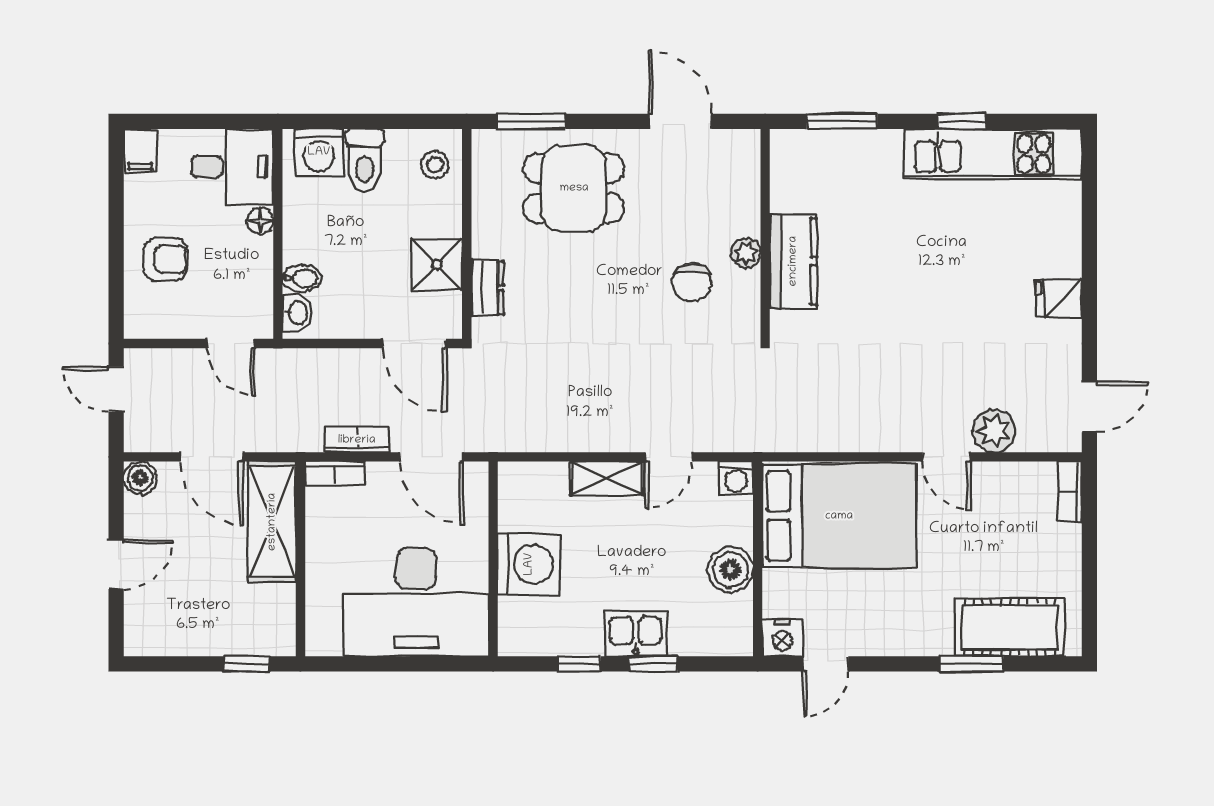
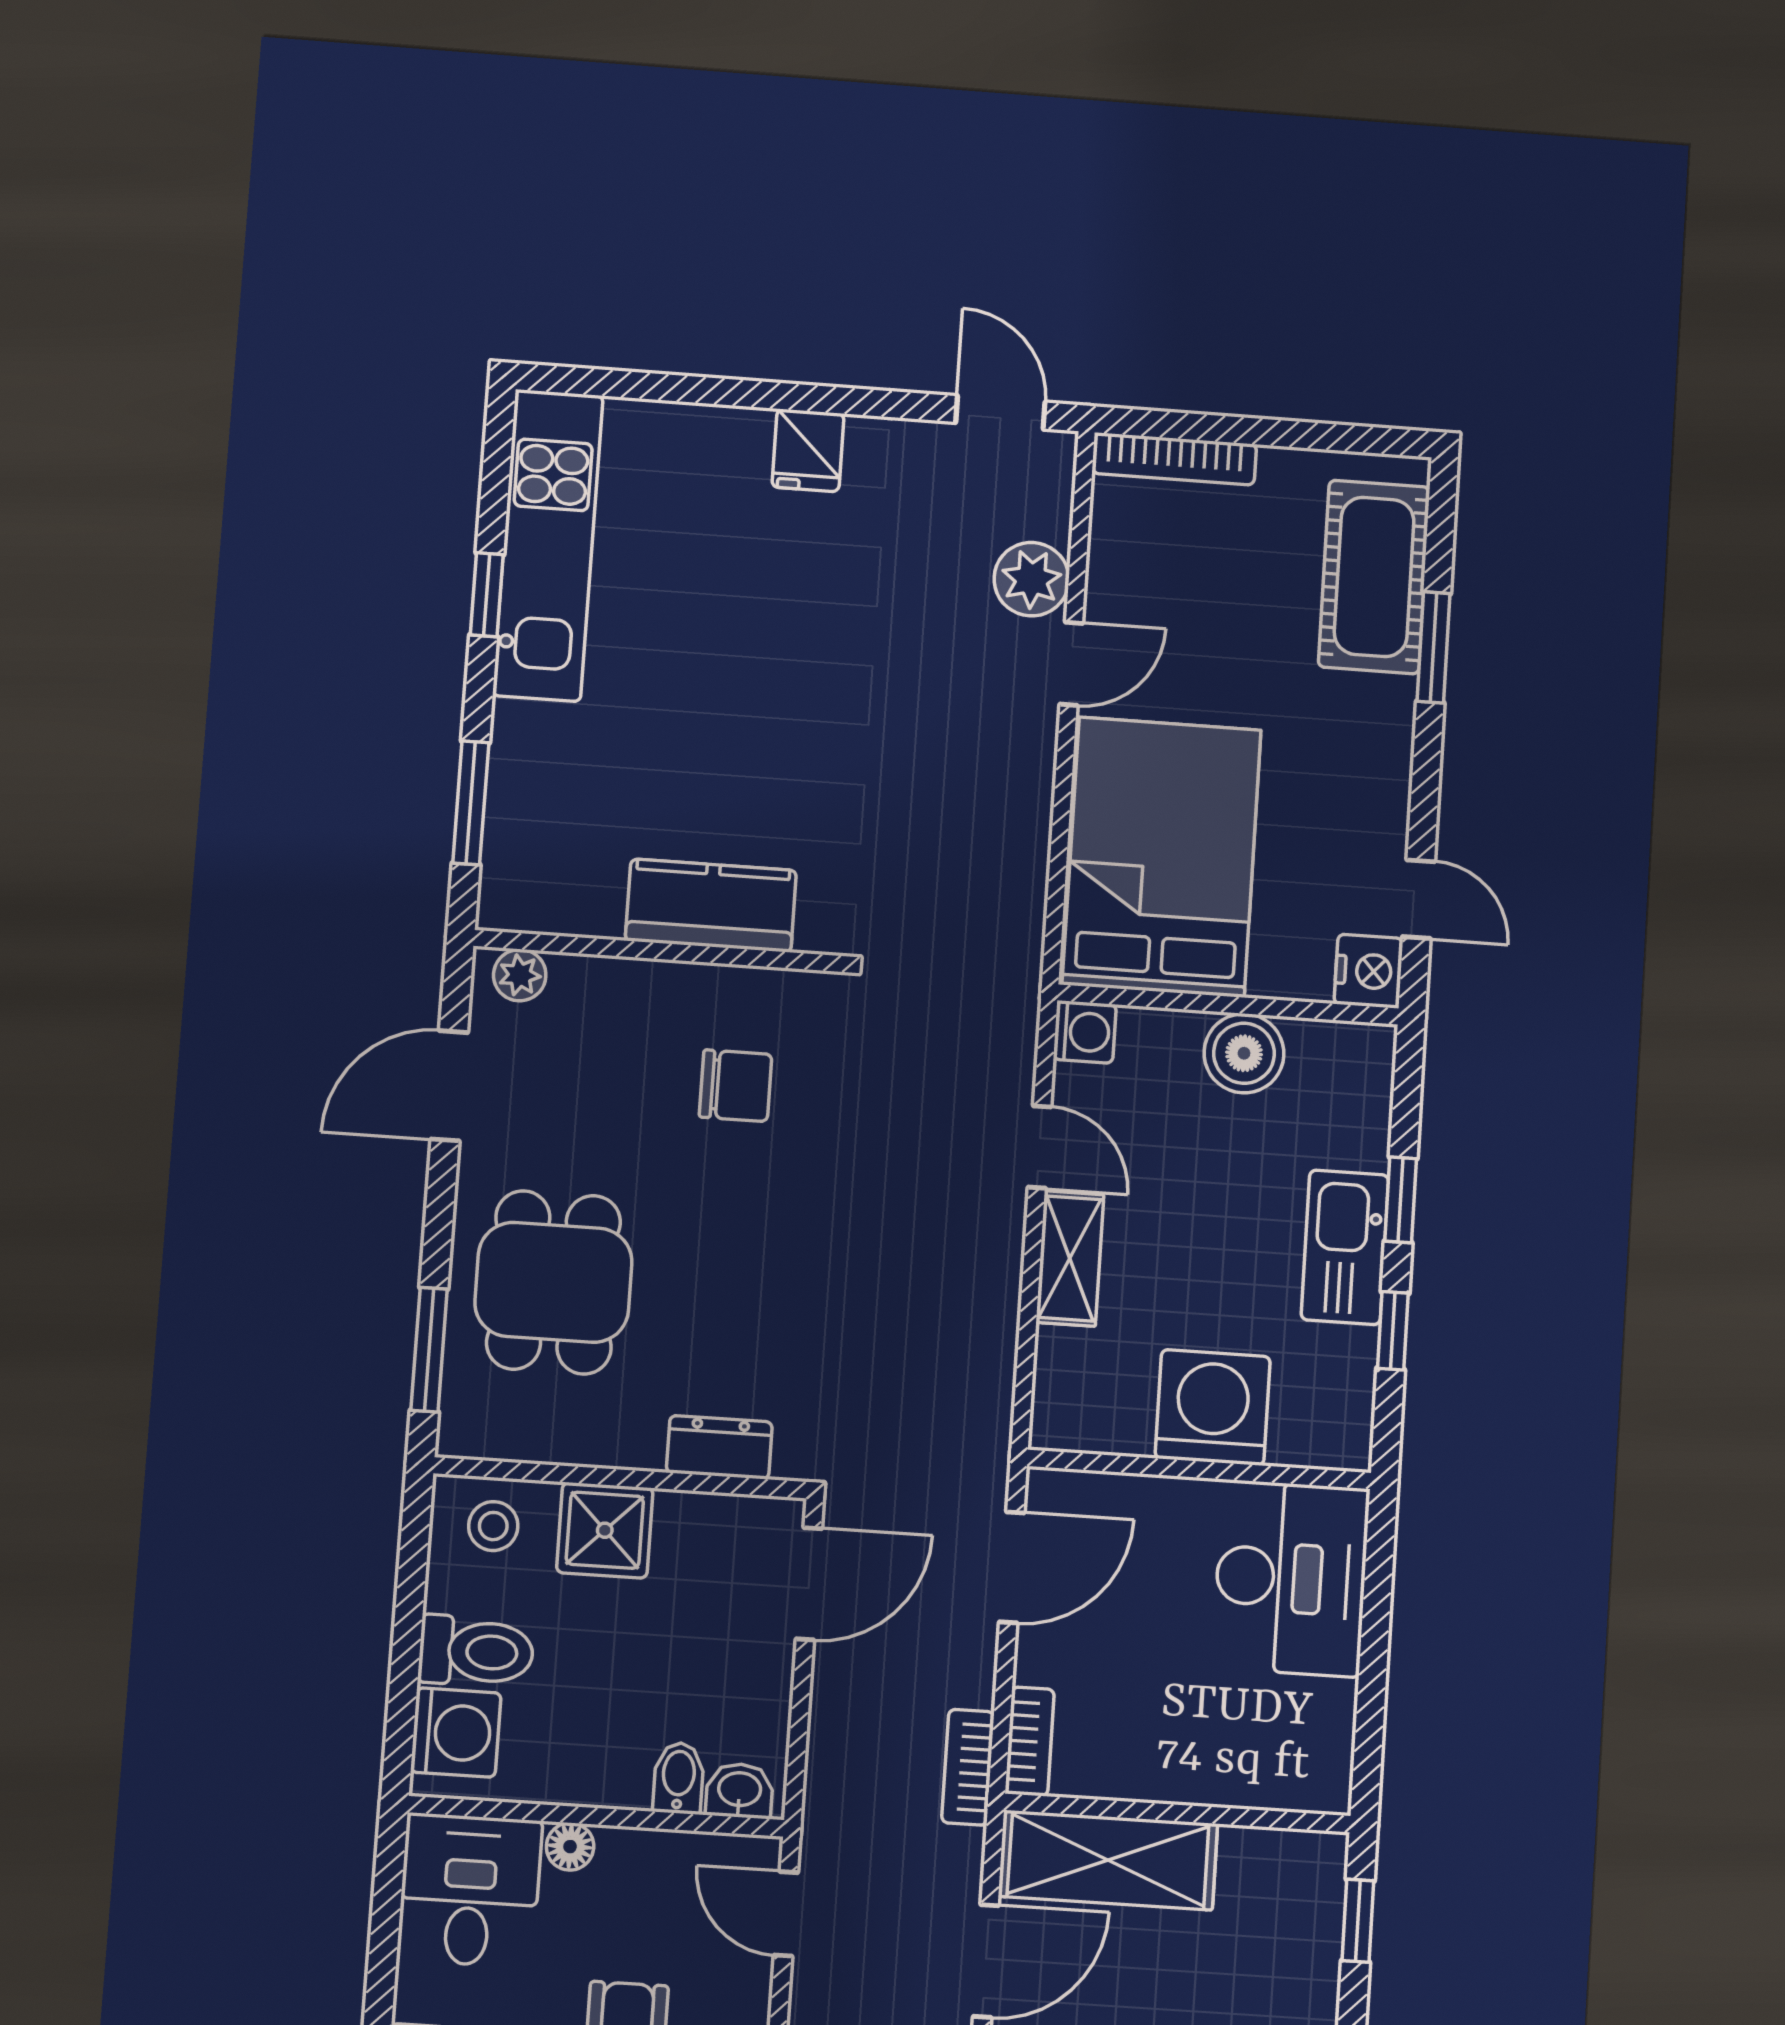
plant: (746, 253) -> (520, 975), moved
shower: (437, 265) -> (605, 1530), moved
door: (231, 344) -> (786, 1914), swing flipped
bookcase: (357, 440) -> (968, 1767), moved
bookcase: (1070, 491) -> (1174, 459), width x1.56
desk: (416, 602) -> (1291, 1578), width x0.73, depth x0.77
kitchen sink: (636, 634) -> (1345, 1247), width x1.38

